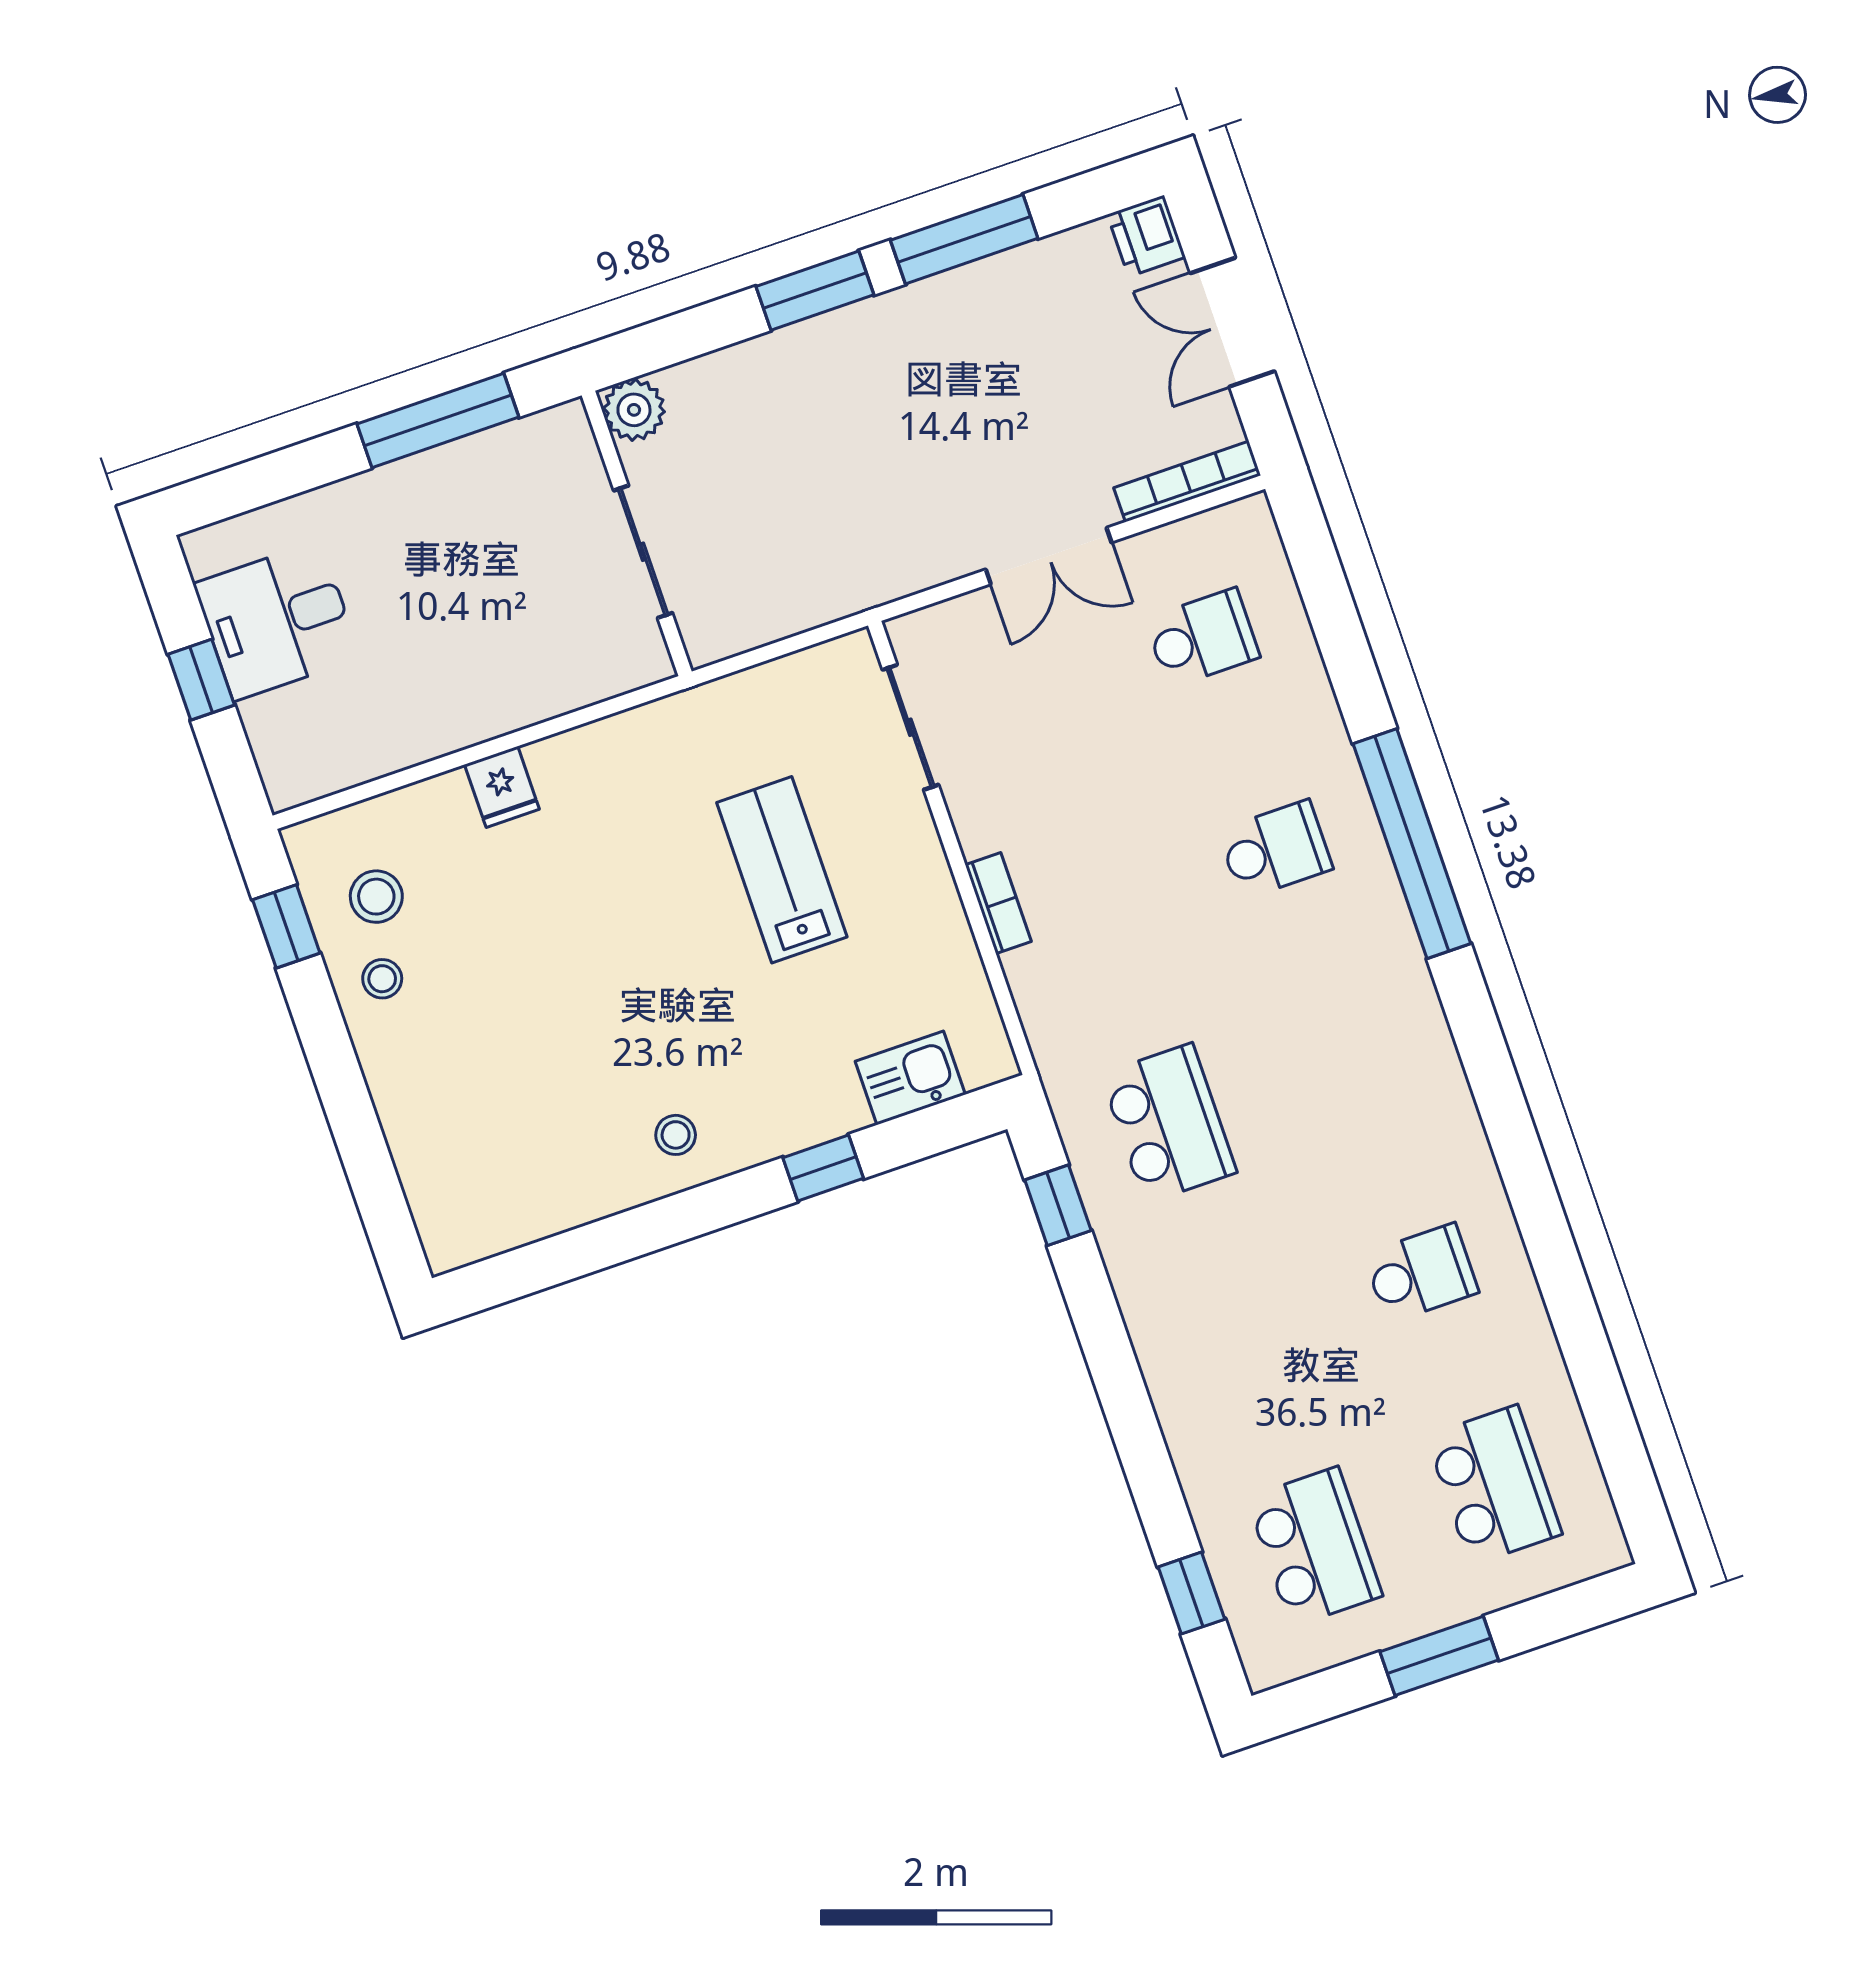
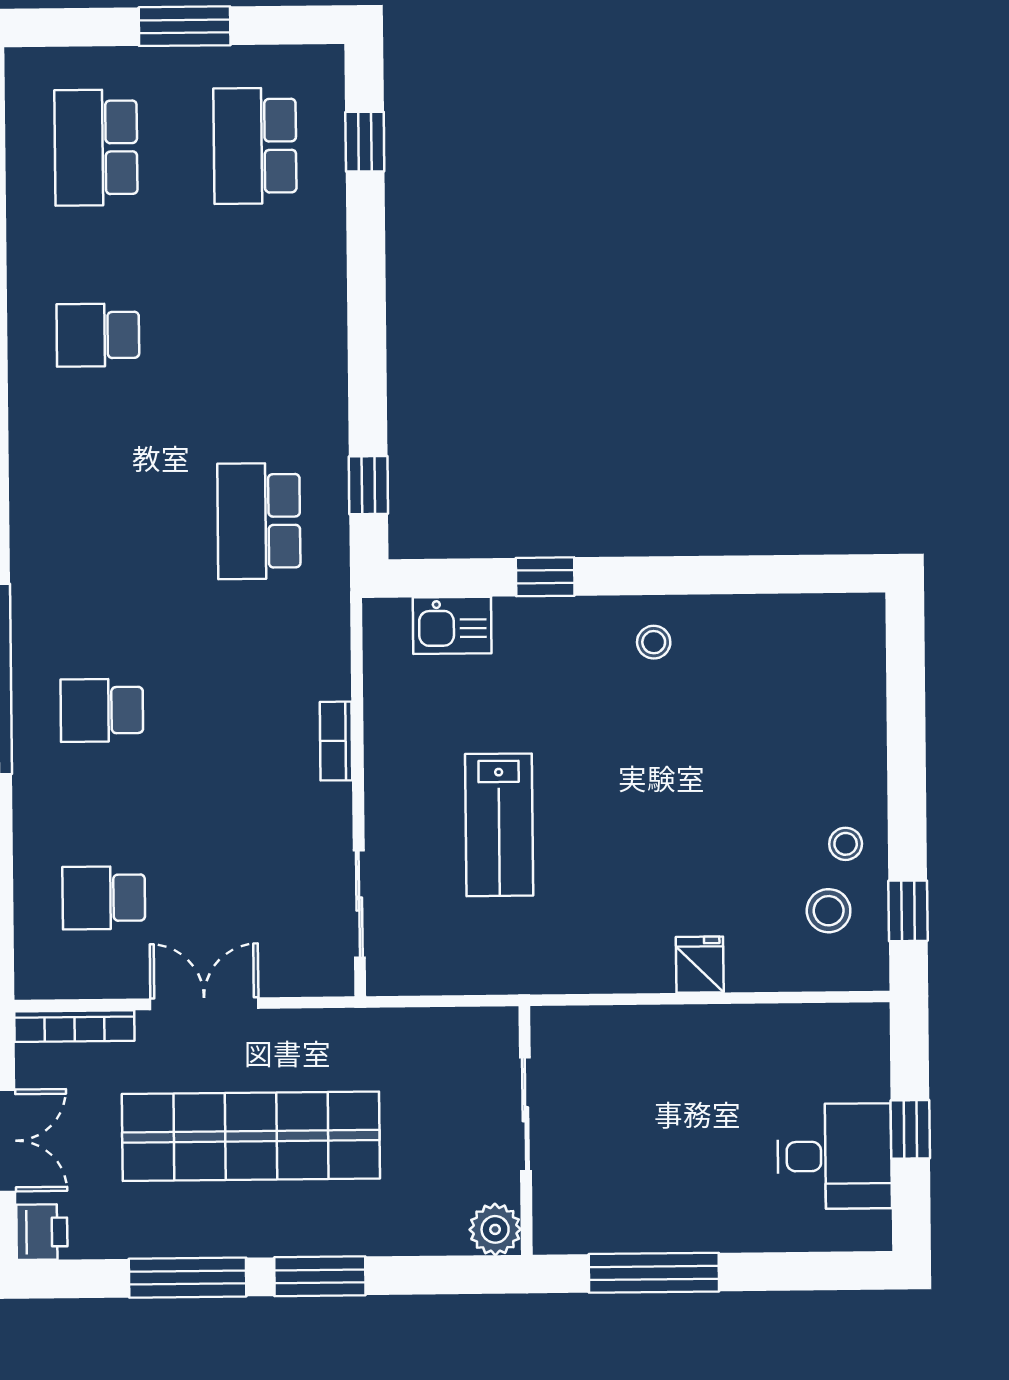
shop shelf: (946, 423) -> (251, 1136), added

